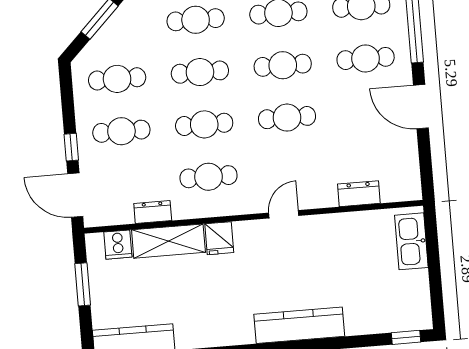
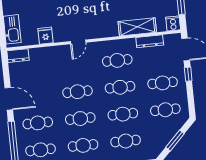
dresser: (359, 194) -> (18, 56), moved
dresser: (153, 212) -> (150, 41), width x1.44
fridge: (219, 238) -> (45, 36), moved
cooker: (118, 245) -> (173, 23), moved

